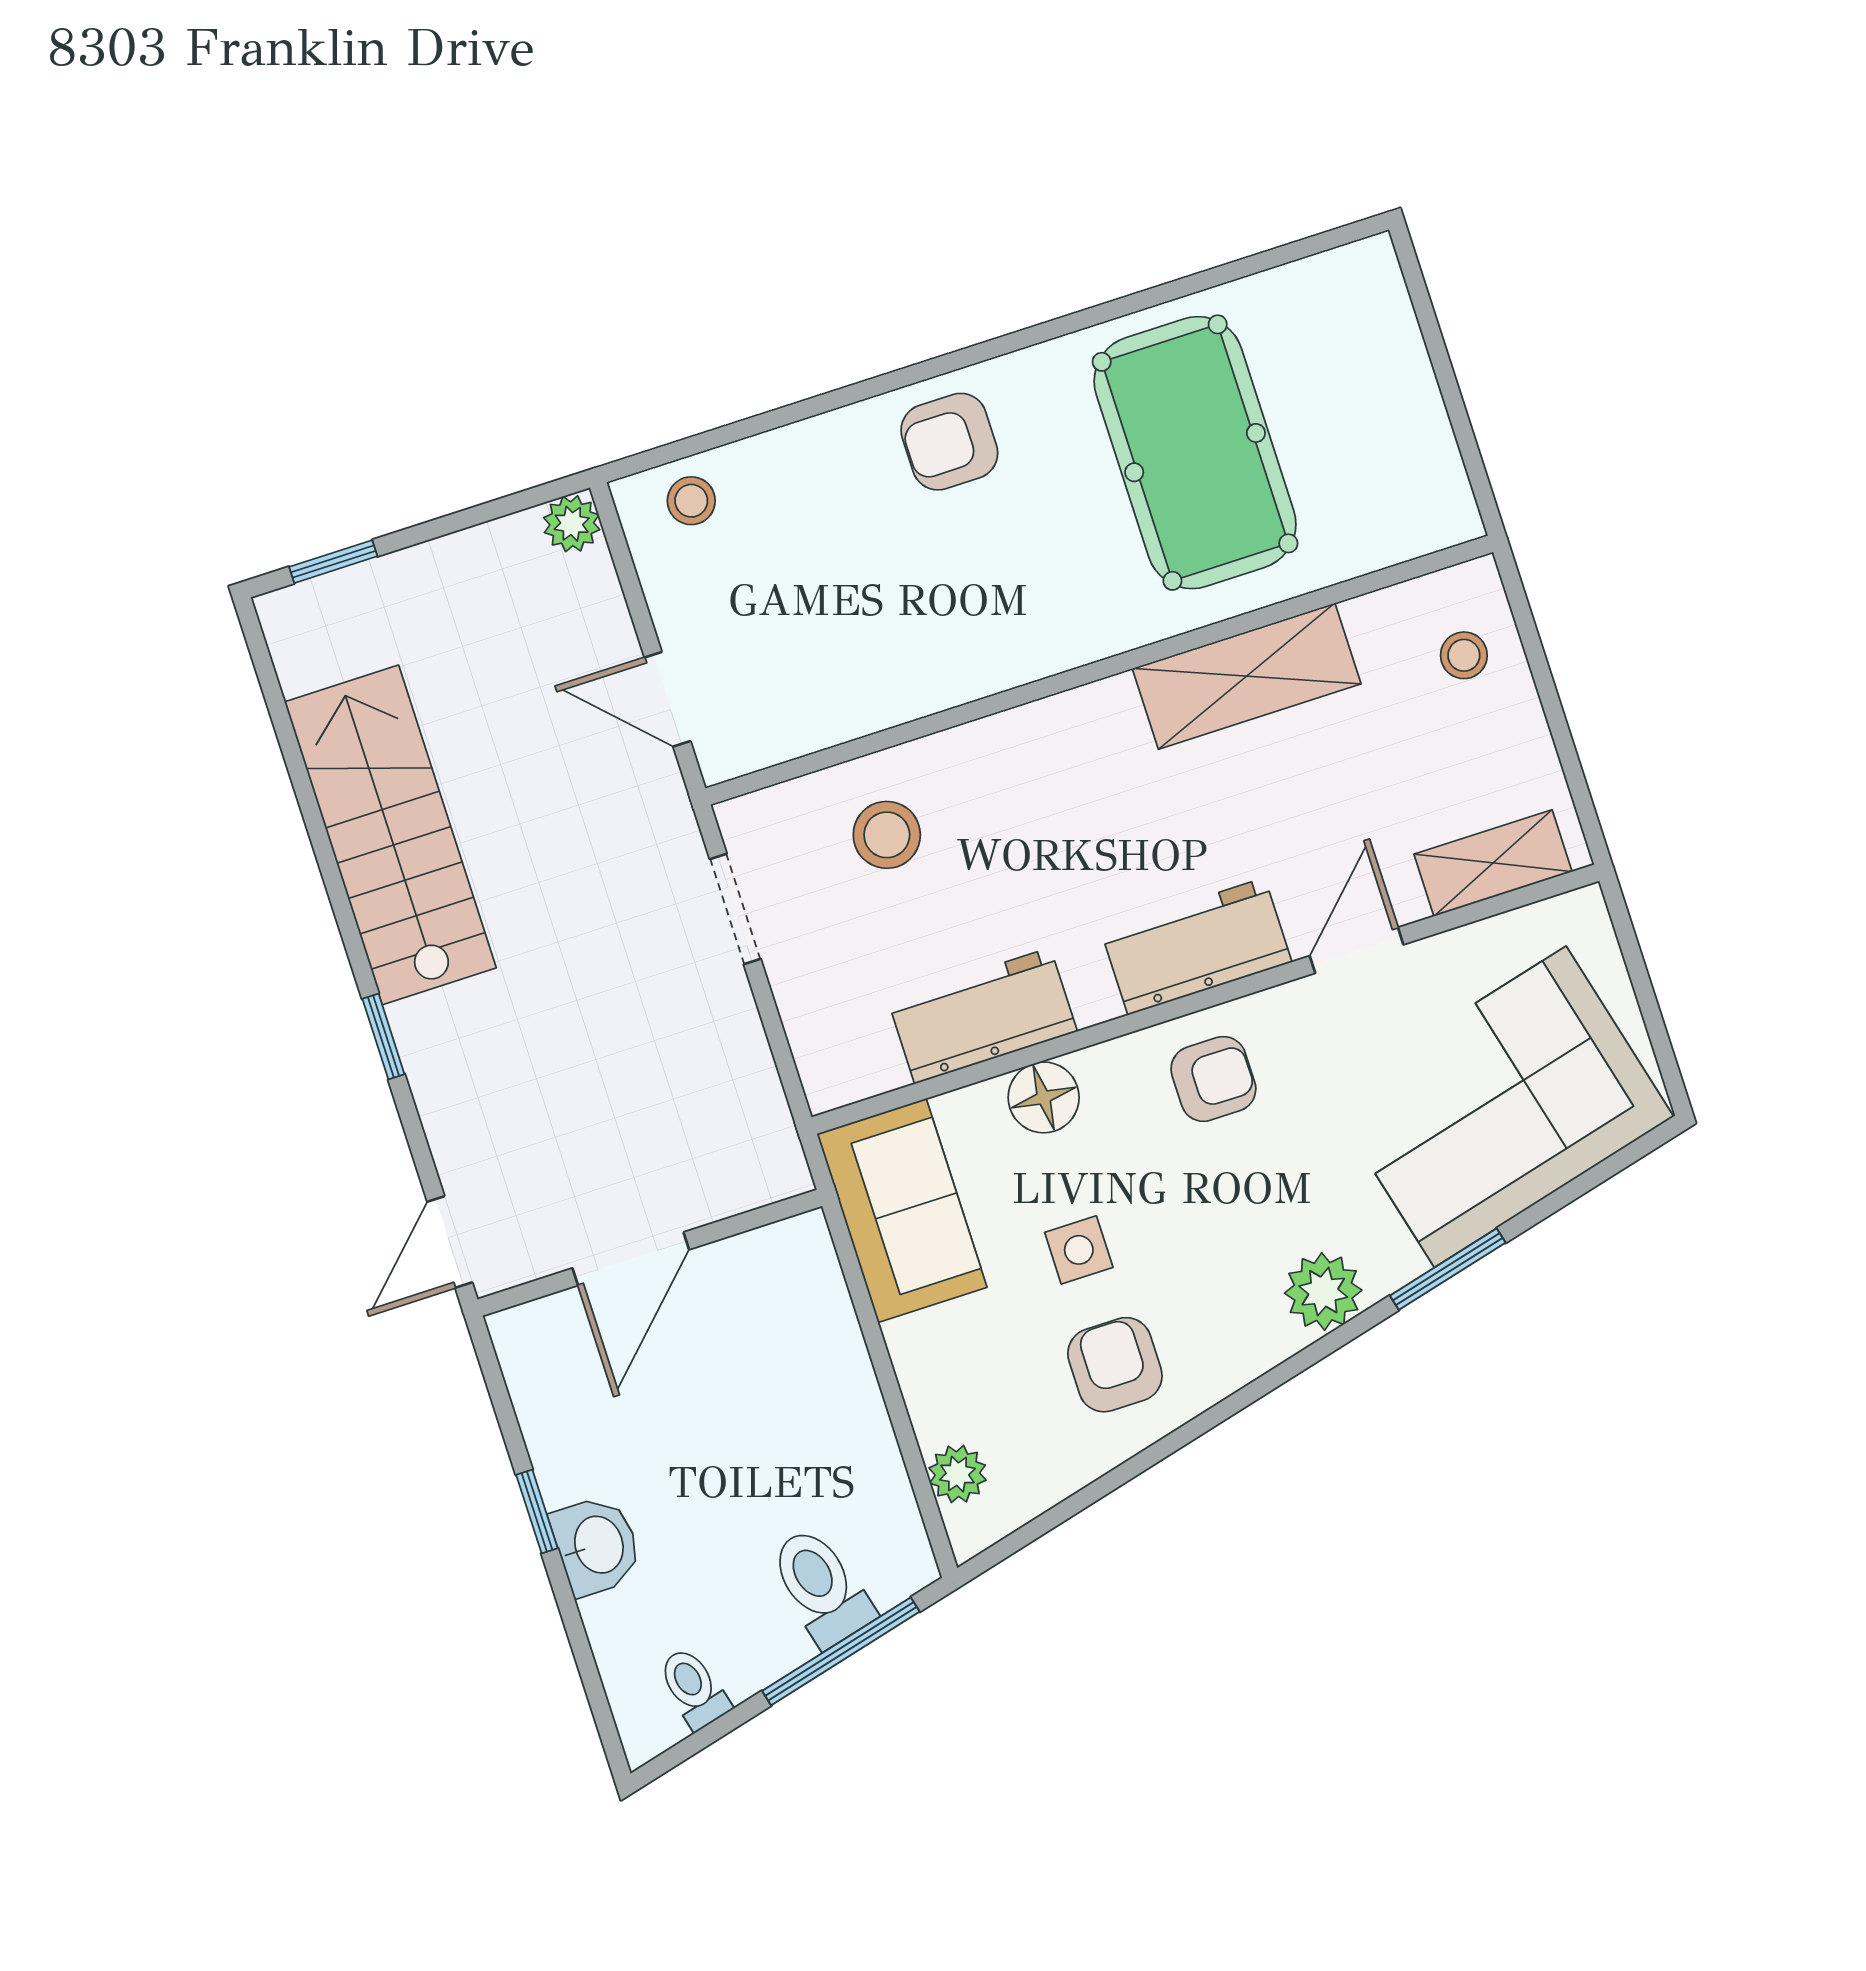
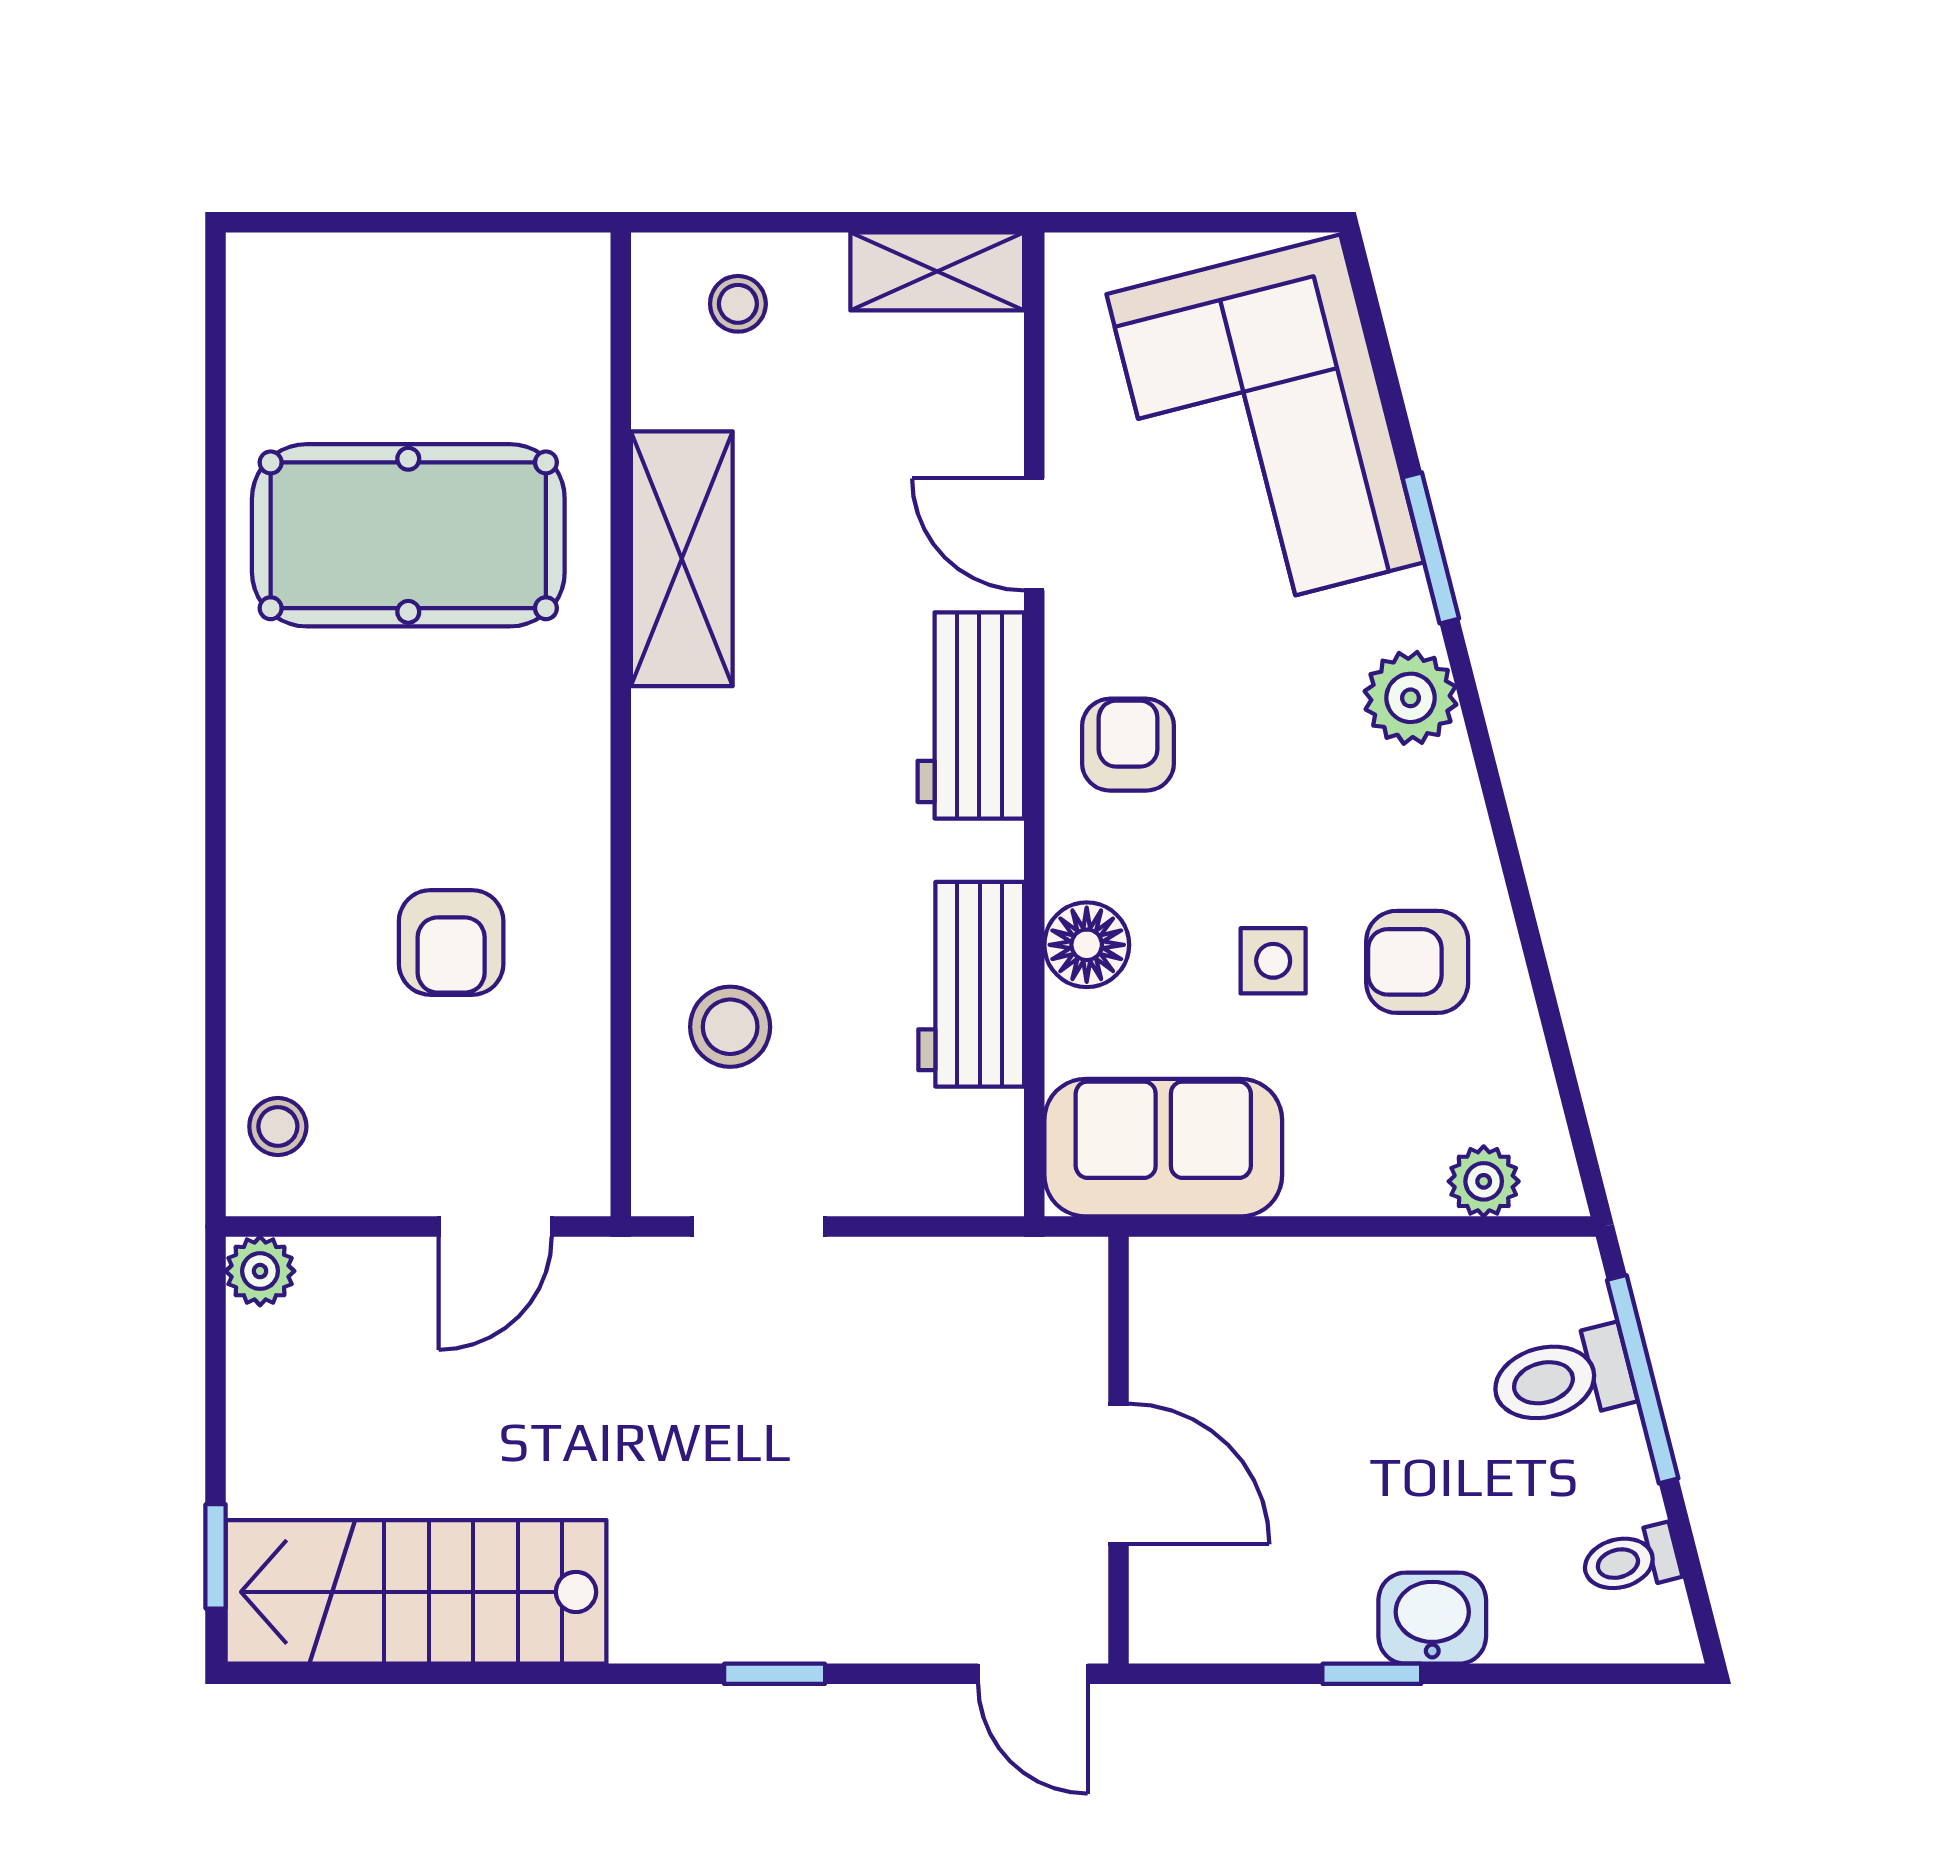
armchair: (949, 442) -> (451, 942), moved
stairs: (390, 835) -> (416, 1592), moved
shelving: (1493, 863) -> (937, 271), moved, turned 90

